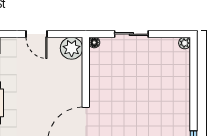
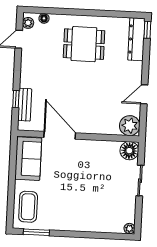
floor lamp: (94, 43) -> (129, 151), width x1.89, depth x1.89

